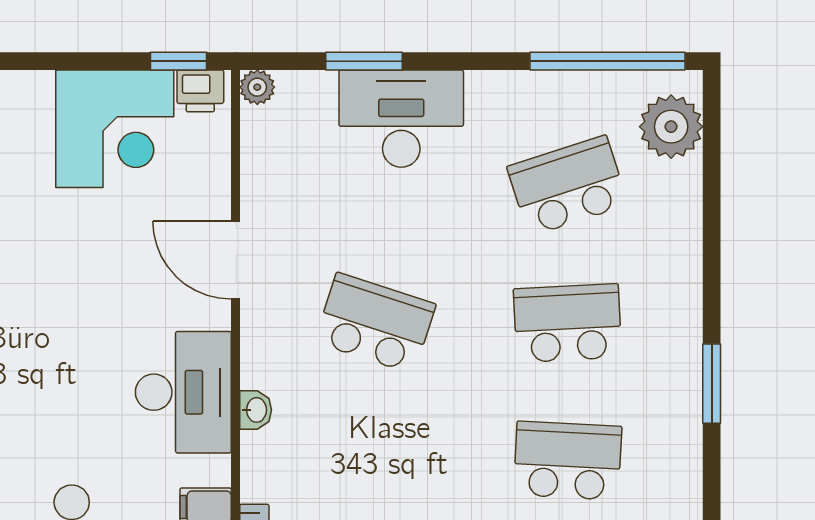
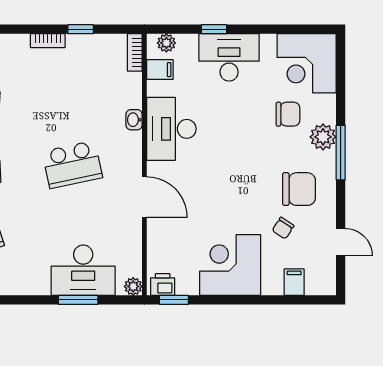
desk: (401, 119) -> (83, 270), moved
corner desk: (115, 129) -> (230, 265), moved
school desk: (375, 323) -> (72, 165), turned -30

